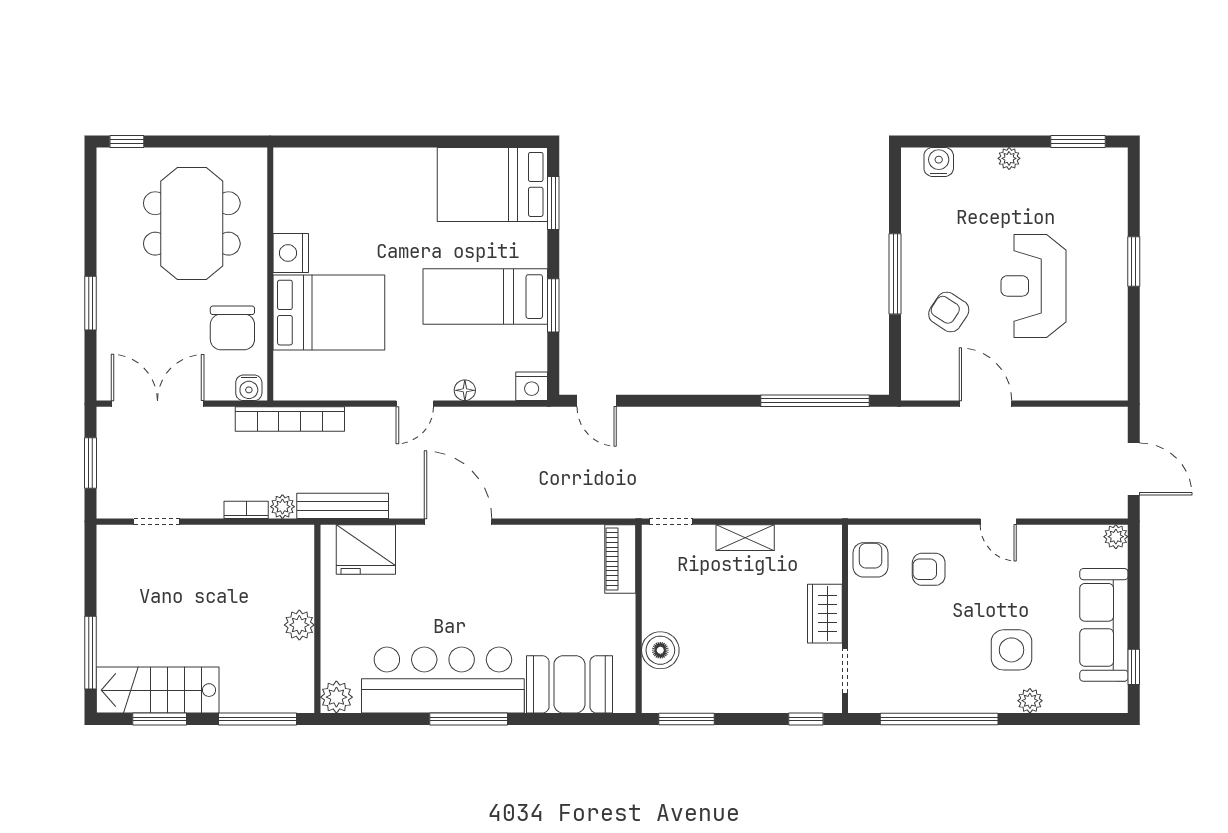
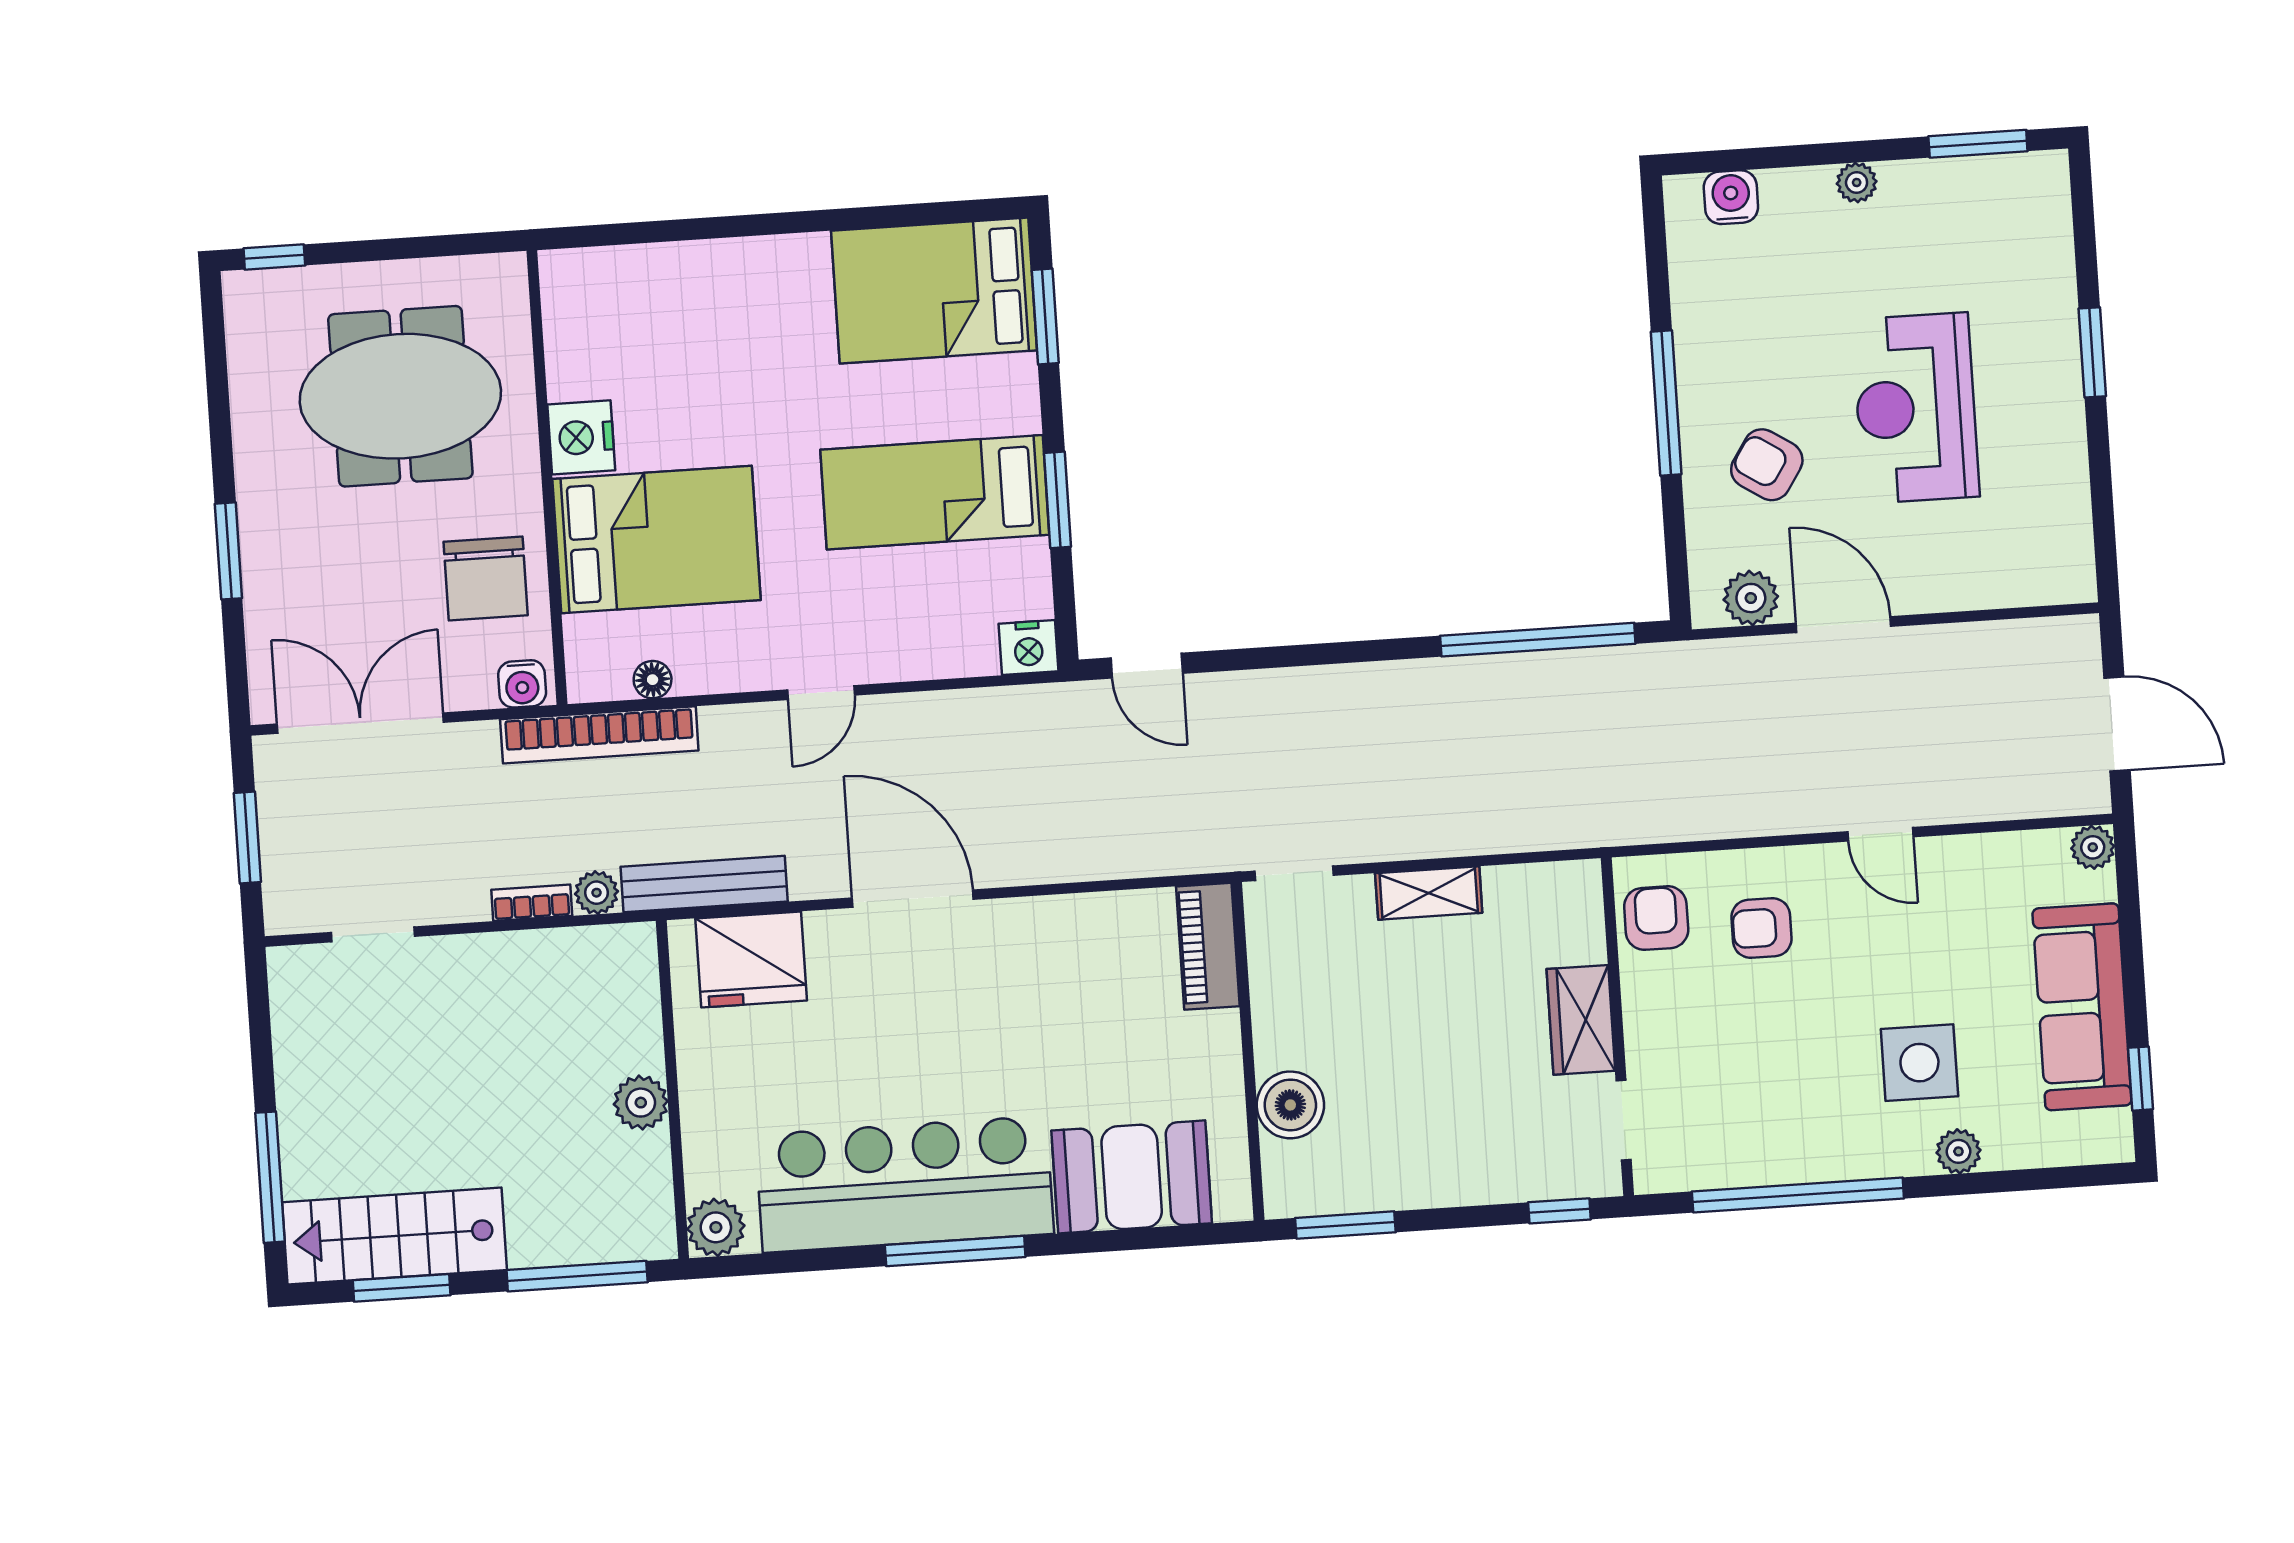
meeting table: (192, 223) -> (400, 396), turned 90
plant: (935, 385) -> (1751, 598), added
floor lamp: (465, 390) -> (653, 680), moved

